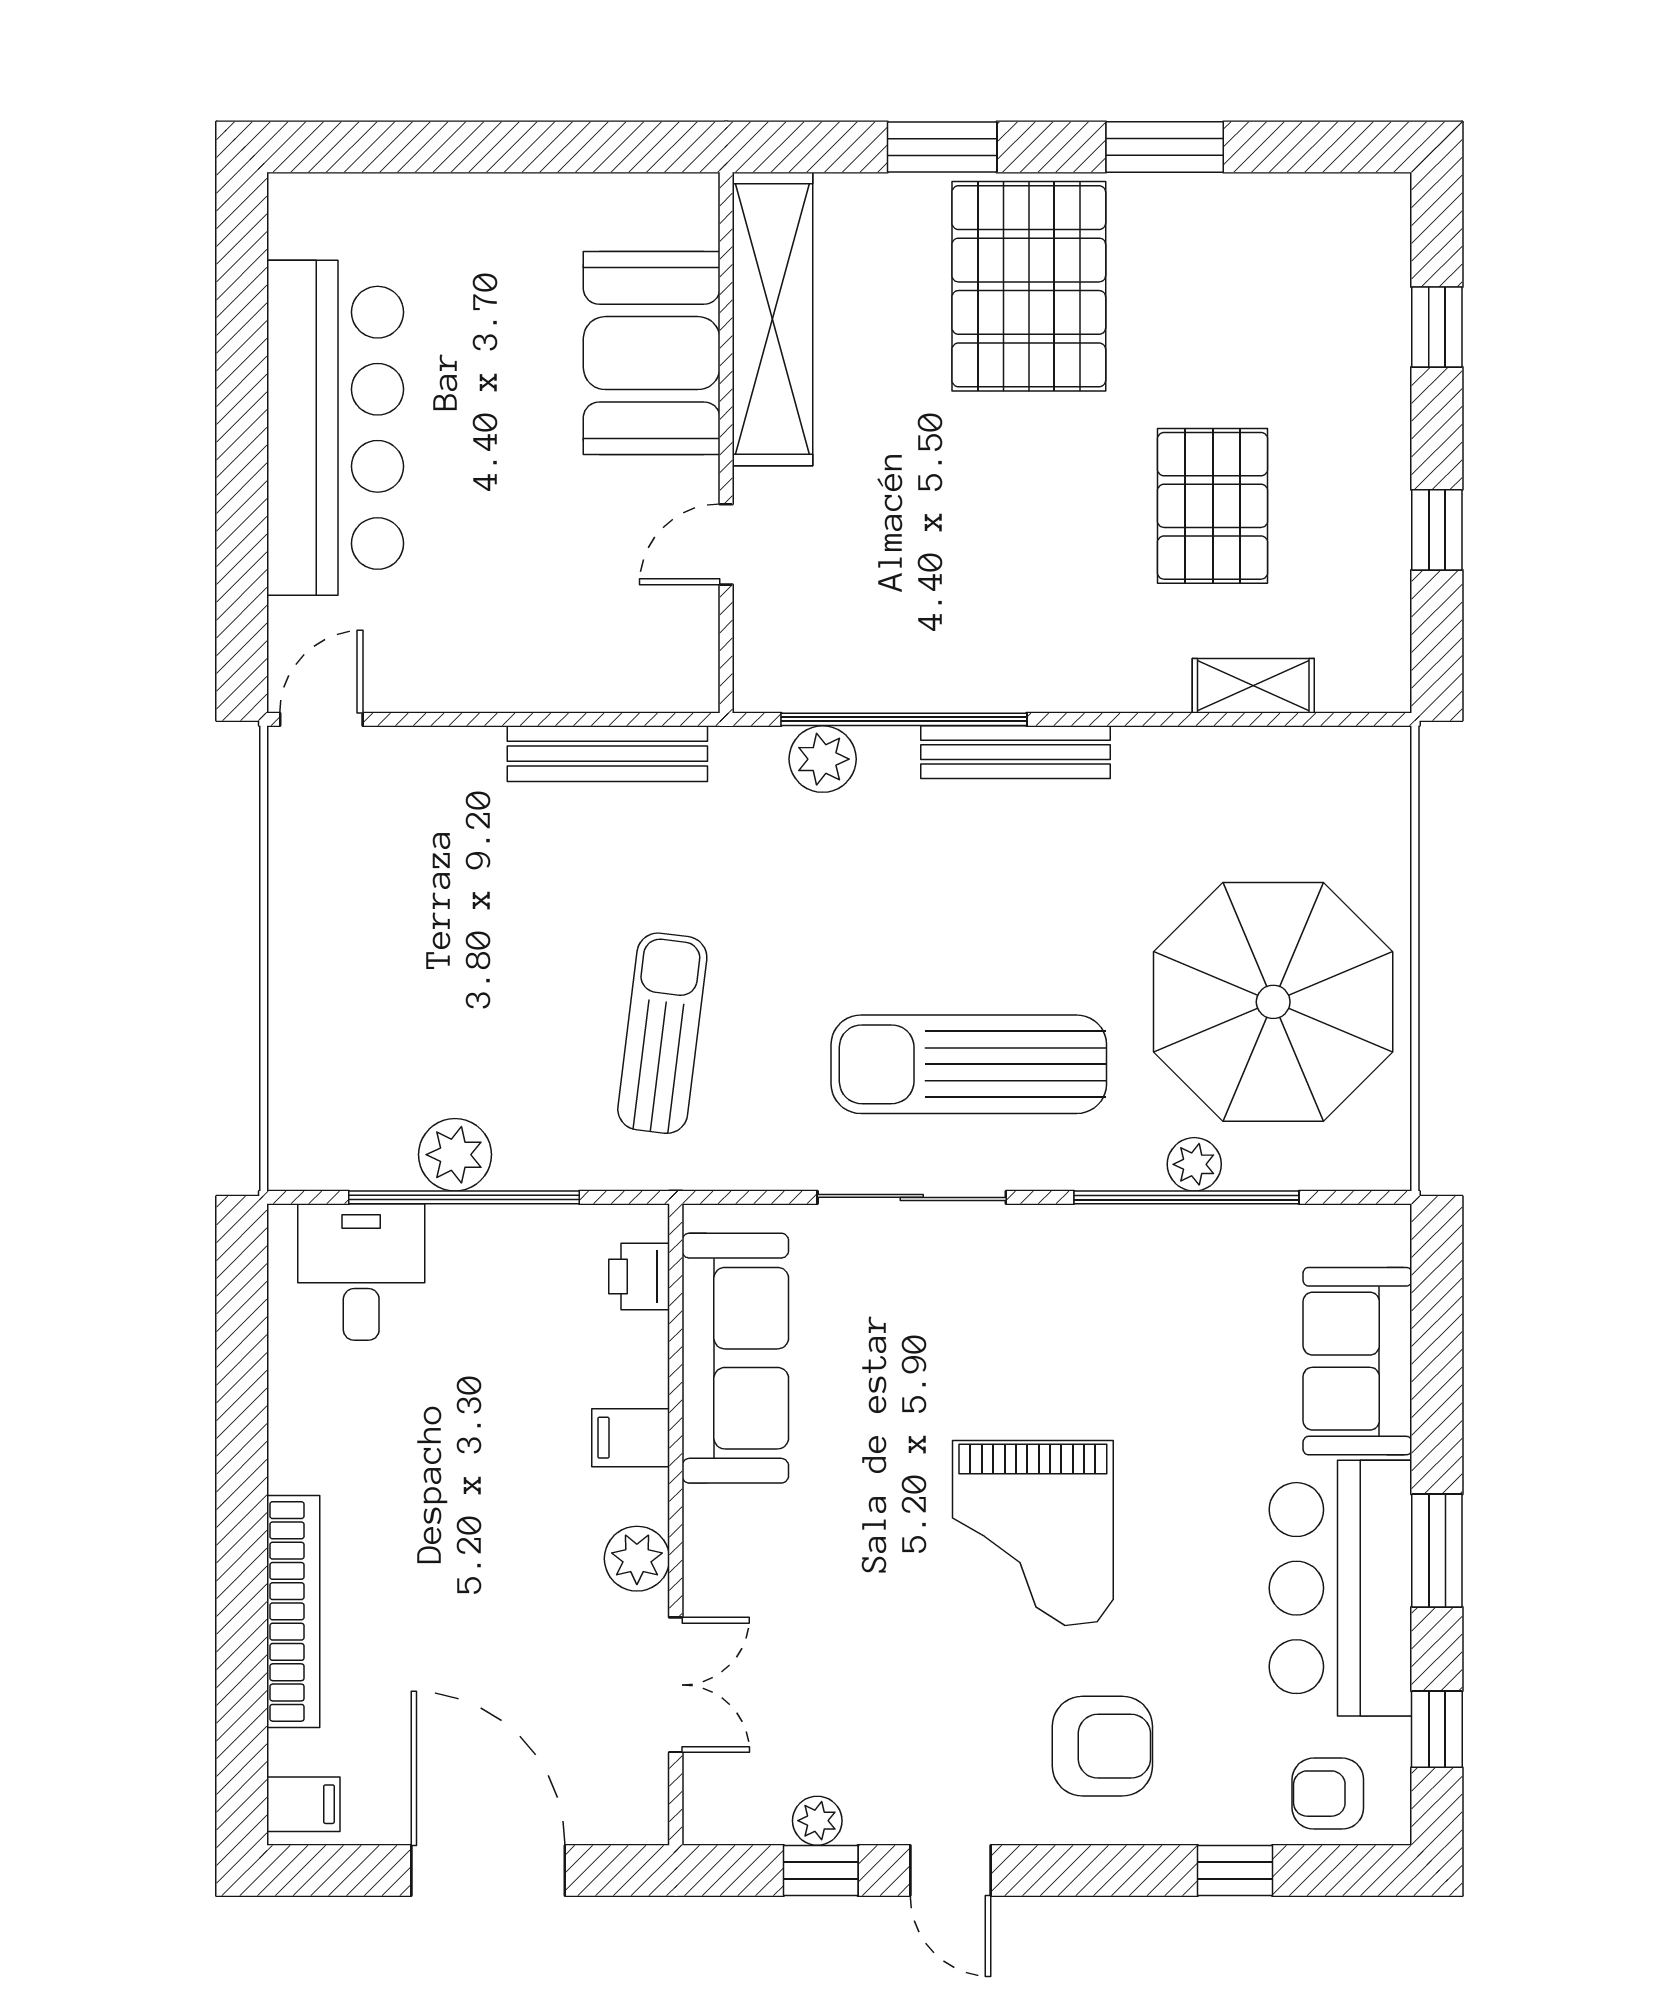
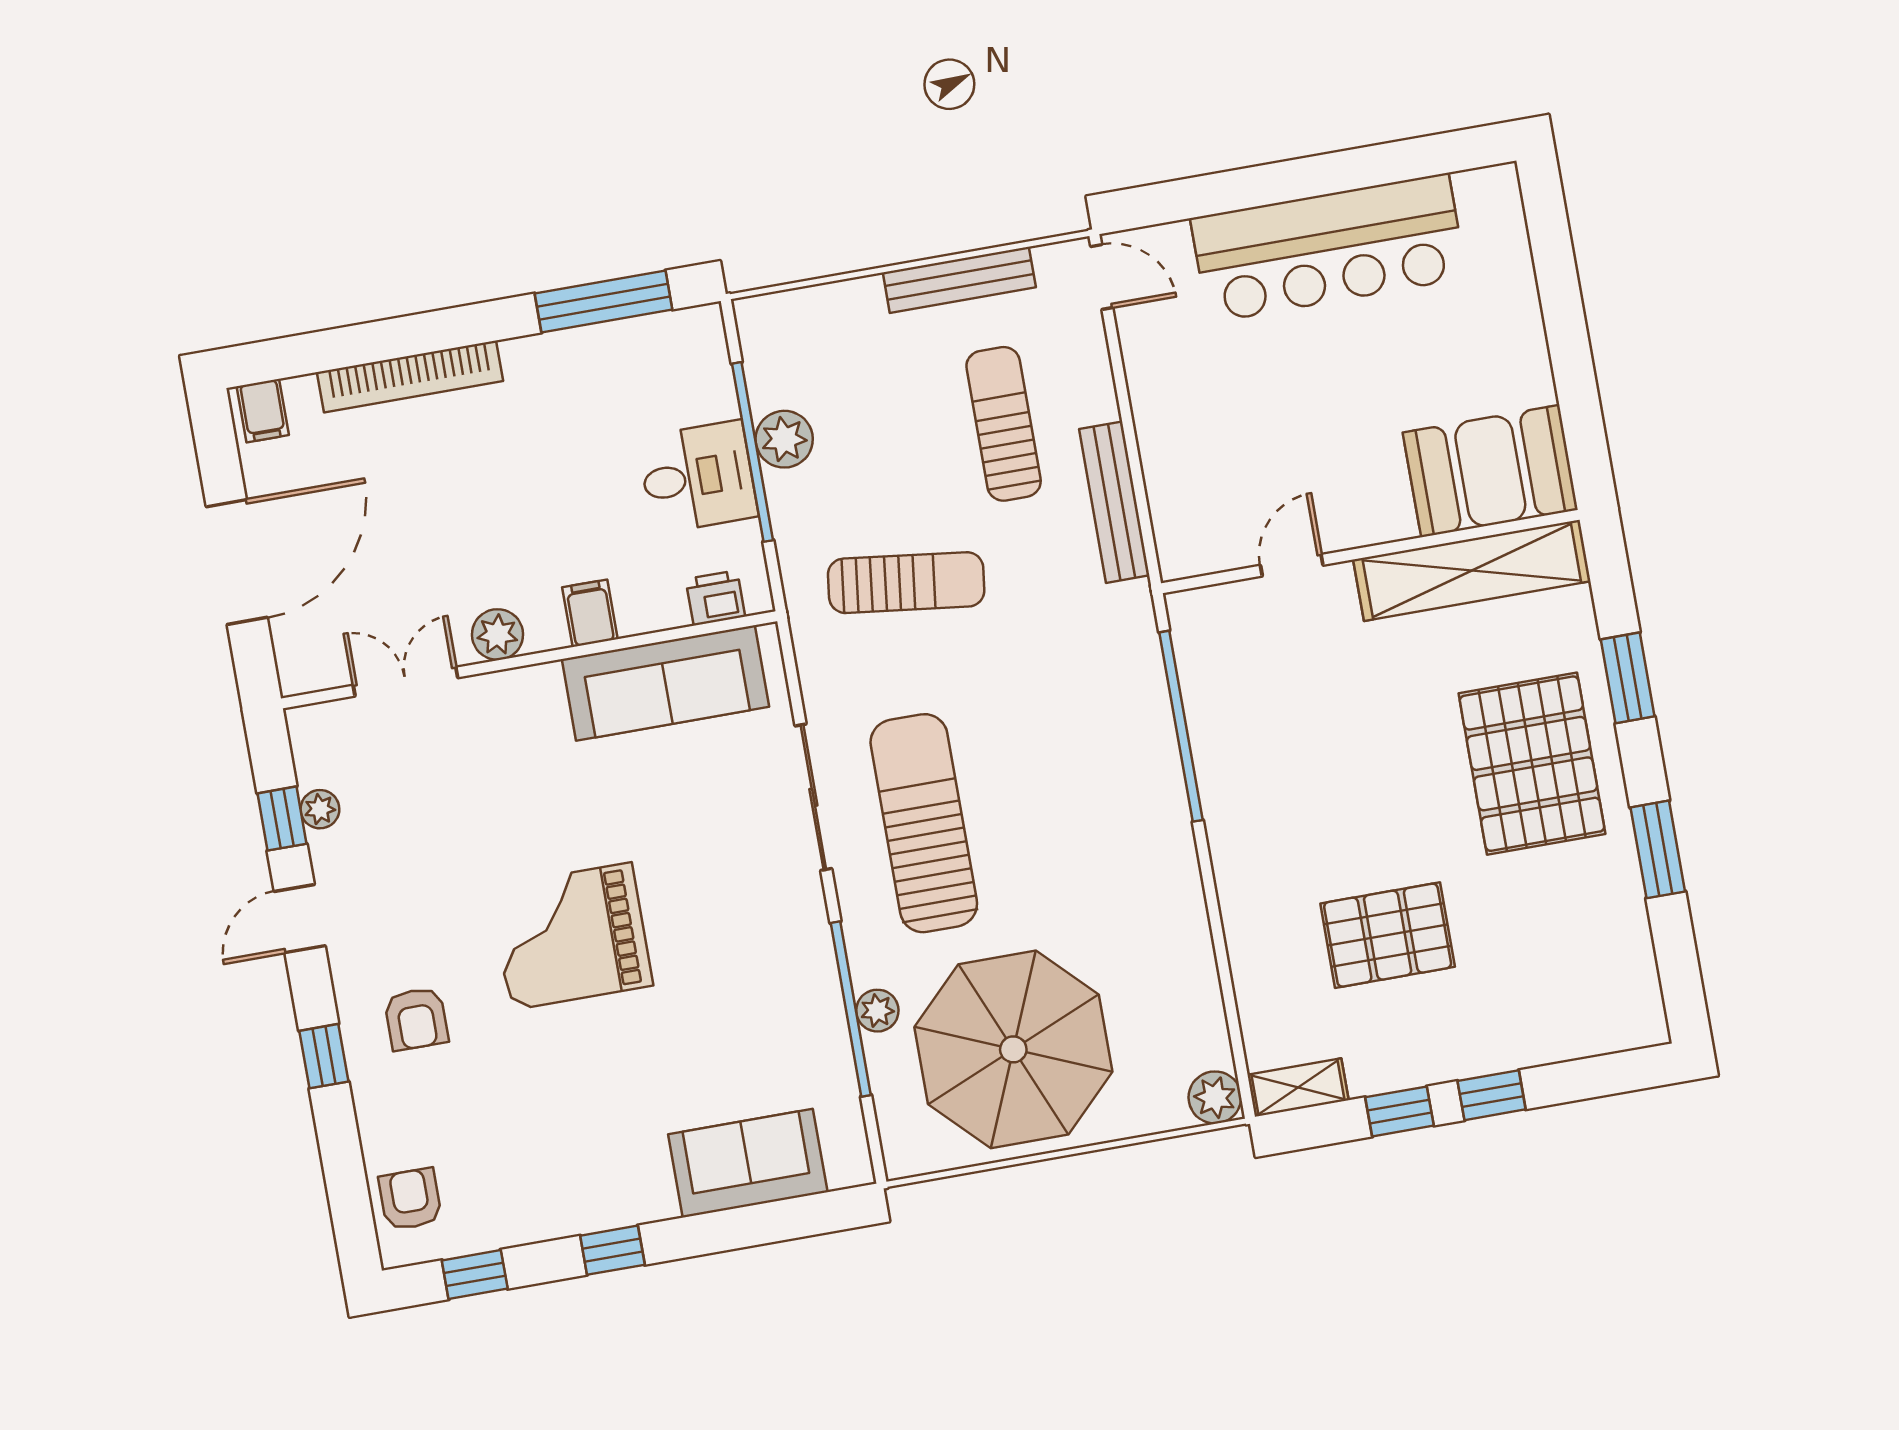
pallet: (1029, 286) -> (1532, 764), turned 90
window: (1437, 327) -> (1492, 1095), moved
booth: (652, 353) -> (1490, 471), moved
door: (726, 544) -> (1292, 565), hinge flipped
shelving: (1253, 686) -> (1298, 1088), moved, turned 90
bench: (1016, 752) -> (959, 280), moved, turned 90
plant: (823, 759) -> (1215, 1097), moved
sun lounger: (484, 875) -> (1004, 424), added
desk: (361, 1272) -> (698, 477), moved
window: (242, 1351) -> (604, 302), added
window: (1437, 1551) -> (612, 1250), width x0.67
bar counter: (1341, 1588) -> (570, 1181), removed
double door: (676, 1685) -> (405, 682), swing flipped
armchair: (1102, 1746) -> (416, 1019), width x0.72, depth x0.72
window: (1235, 1870) -> (324, 1056), moved

